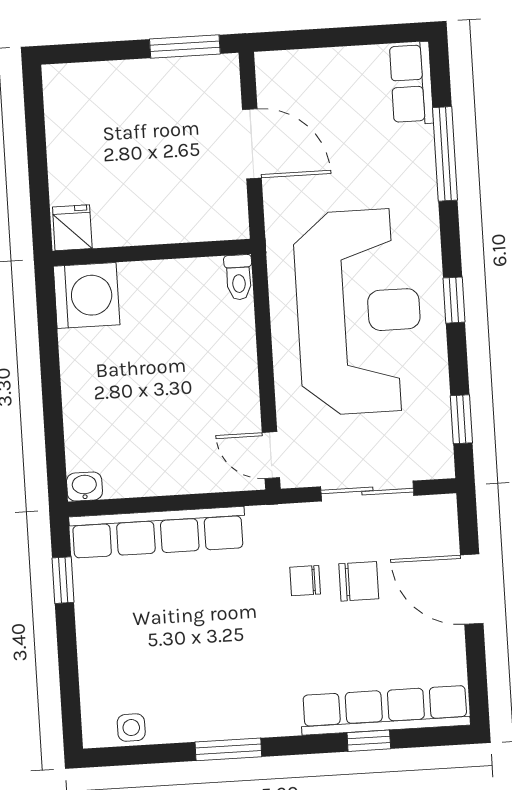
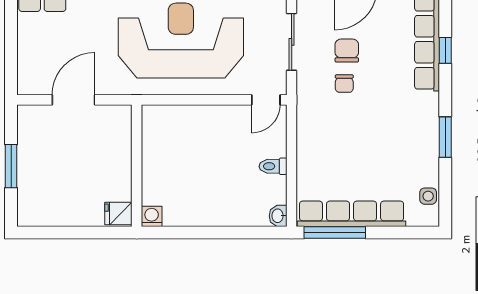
window: (185, 46) -> (11, 166), moved
toilet: (239, 277) -> (273, 166), moved, turned 180
washing machine: (87, 296) -> (152, 216), width x0.53, depth x0.53
row of seats: (158, 532) -> (352, 214), moved, turned -90
window: (63, 580) -> (335, 232), width x2.17

